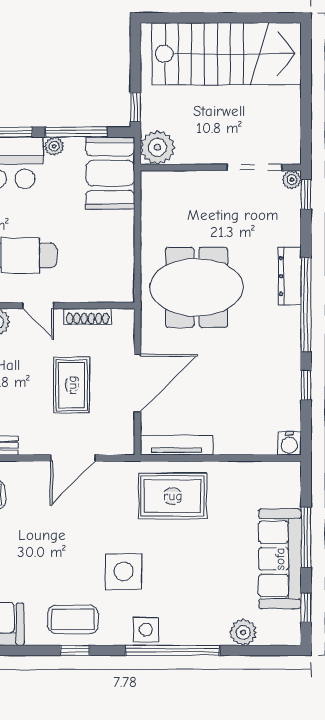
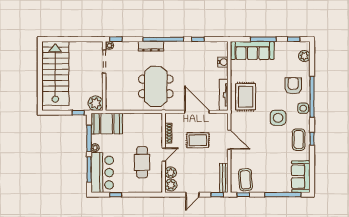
water cooler: (289, 443) -> (223, 62), moved
sofa: (280, 559) -> (252, 50), moved
armchair: (198, 607) -> (293, 86), added
plant: (243, 632) -> (304, 56), moved

